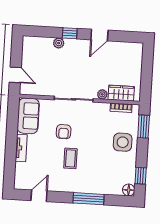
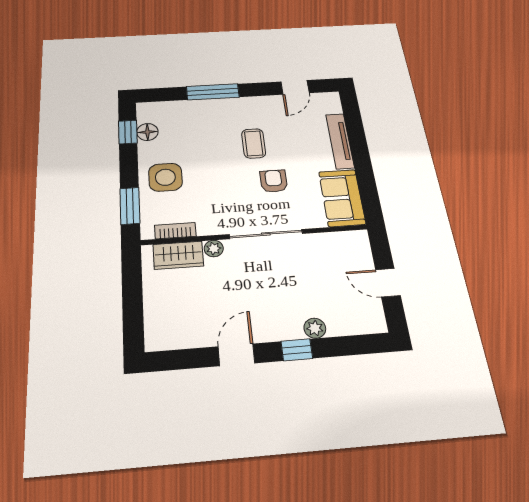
door: (15, 75) -> (388, 283), moved
tv unit: (21, 148) -> (340, 141), width x1.41
floor lamp: (129, 190) -> (147, 132), moved

